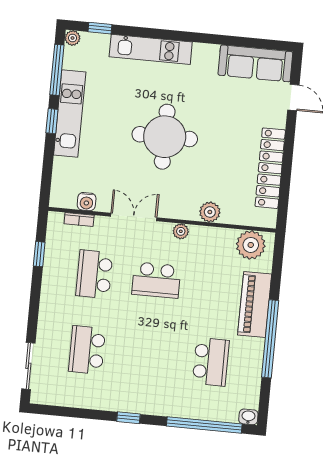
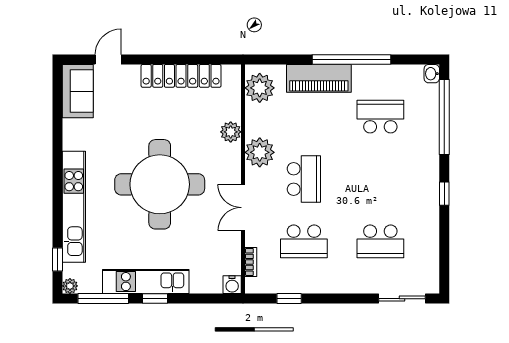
kitchen unit: (151, 49) -> (74, 207), width x1.36
sofa: (255, 63) -> (78, 91), width x0.73
round table: (165, 137) -> (160, 184), width x1.36, depth x1.36
water cooler: (87, 202) -> (232, 285), moved, turned 90
plant: (181, 231) -> (260, 152), width x1.88, depth x1.88

